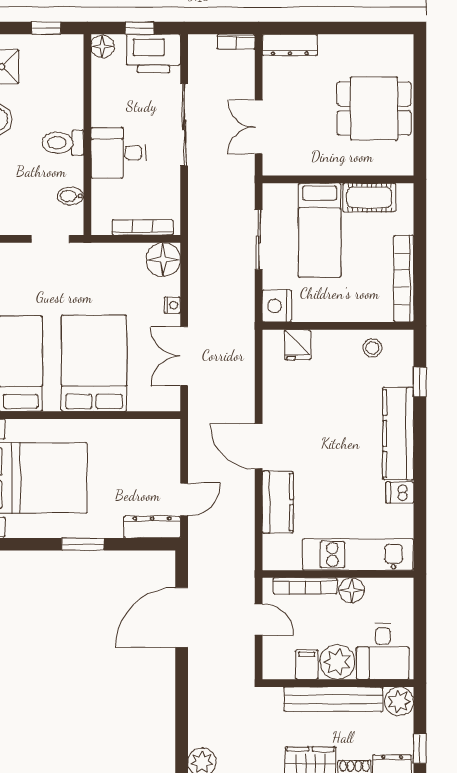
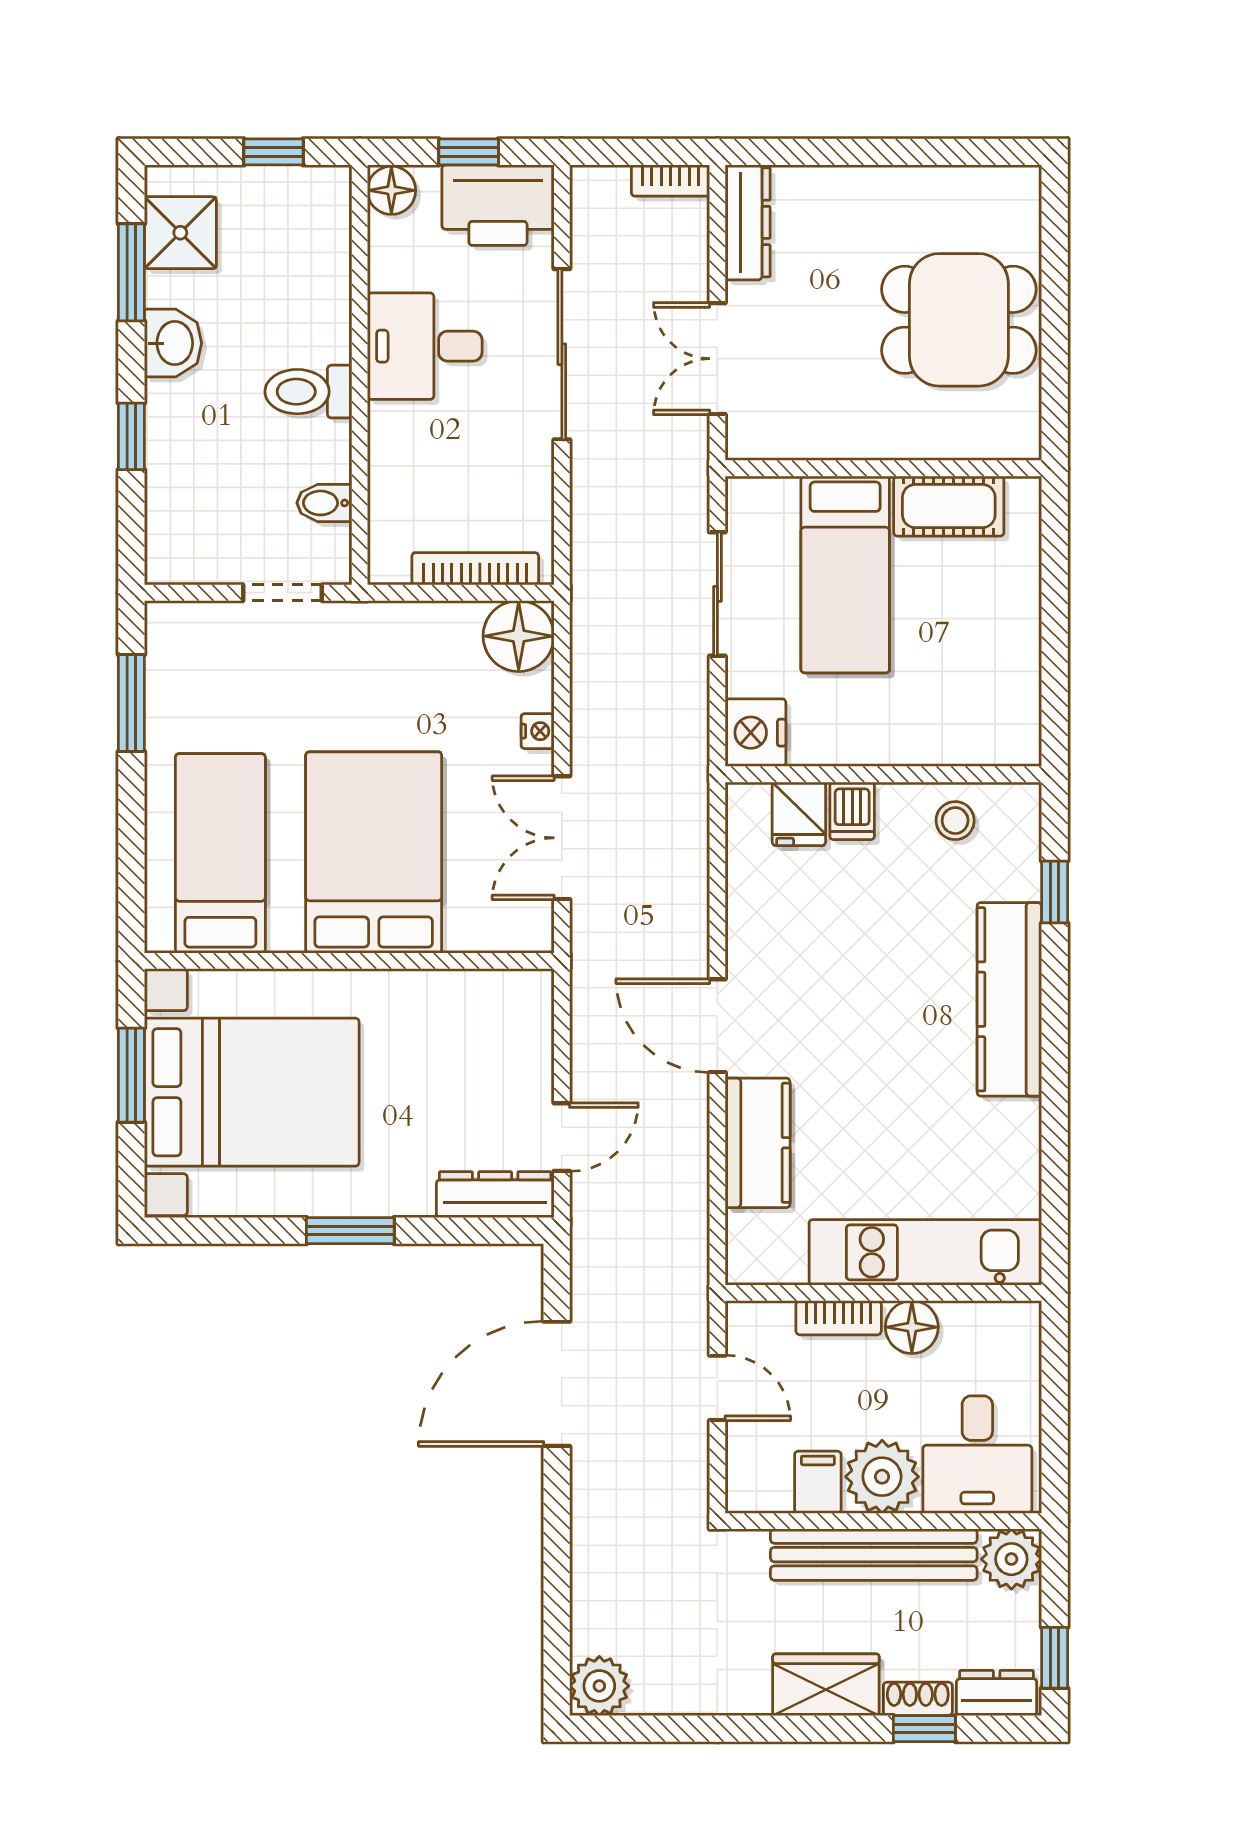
dresser: (290, 45) -> (748, 222), moved, turned -90
desk: (118, 153) -> (425, 346), moved
bookcase: (404, 279) -> (1021, 676), removed
dishwasher: (400, 493) -> (852, 811), moved, turned -90
bookcase: (305, 586) -> (839, 1318), width x0.64

